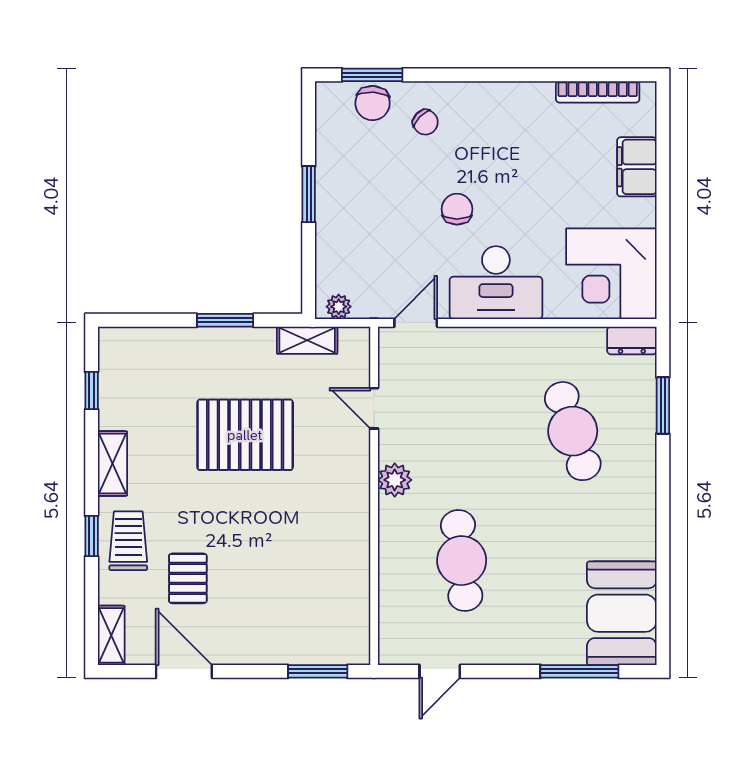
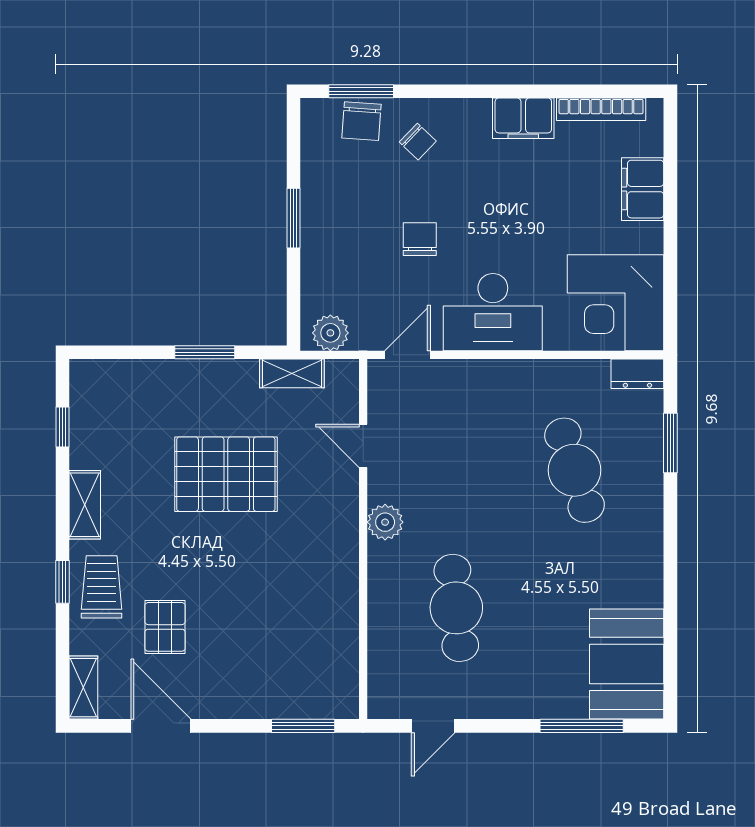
filing cabinet: (525, 100) -> (523, 118), added
chair: (457, 209) -> (420, 239), moved
plant: (339, 307) -> (330, 333), width x1.38, depth x1.38

